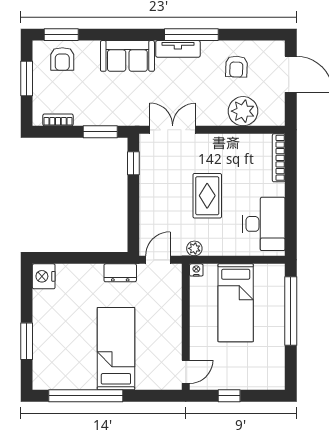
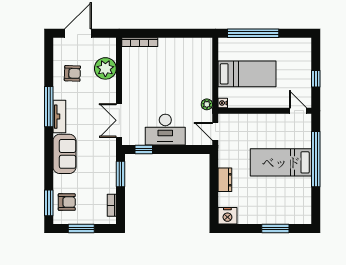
rug: (207, 196) -> (168, 95), removed
desk: (264, 224) -> (165, 130), moved, turned 180
dresser: (120, 273) -> (225, 180), moved
window: (86, 396) -> (316, 159), moved

